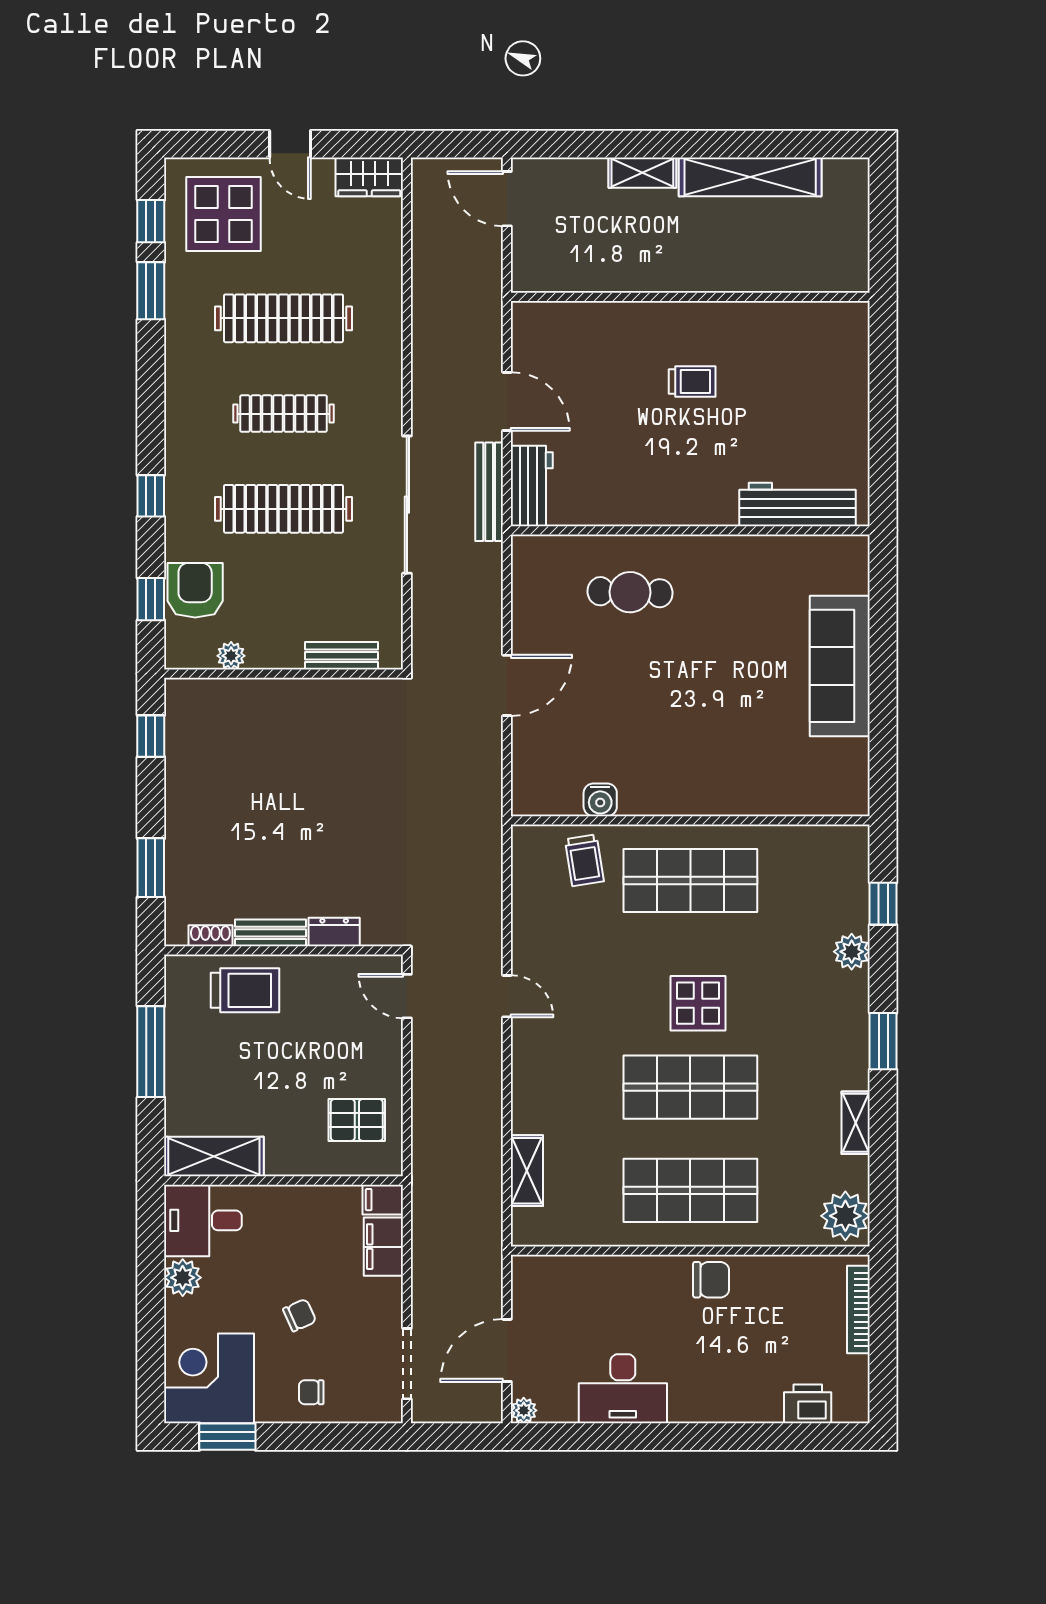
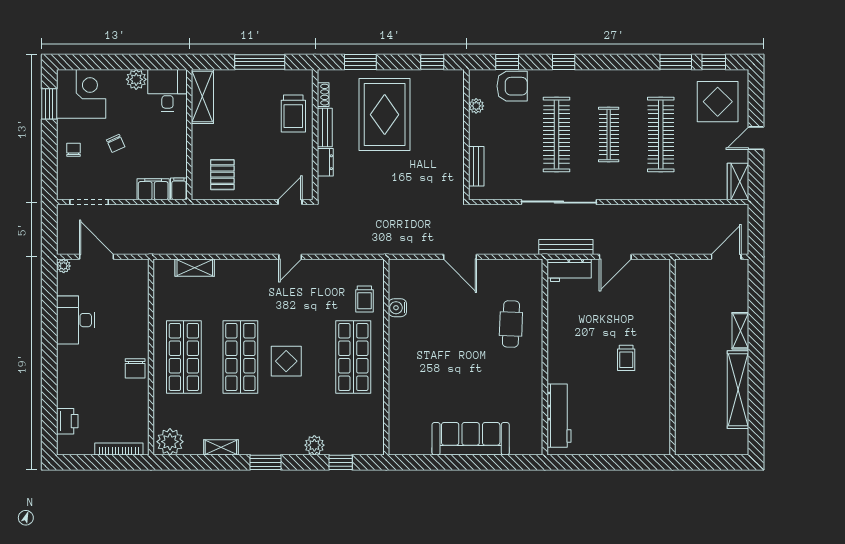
rug: (247, 823) -> (385, 115), added
trolley: (584, 860) -> (364, 299), turned -81

